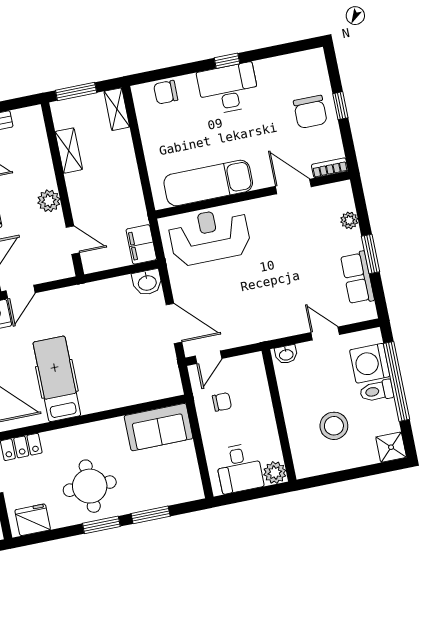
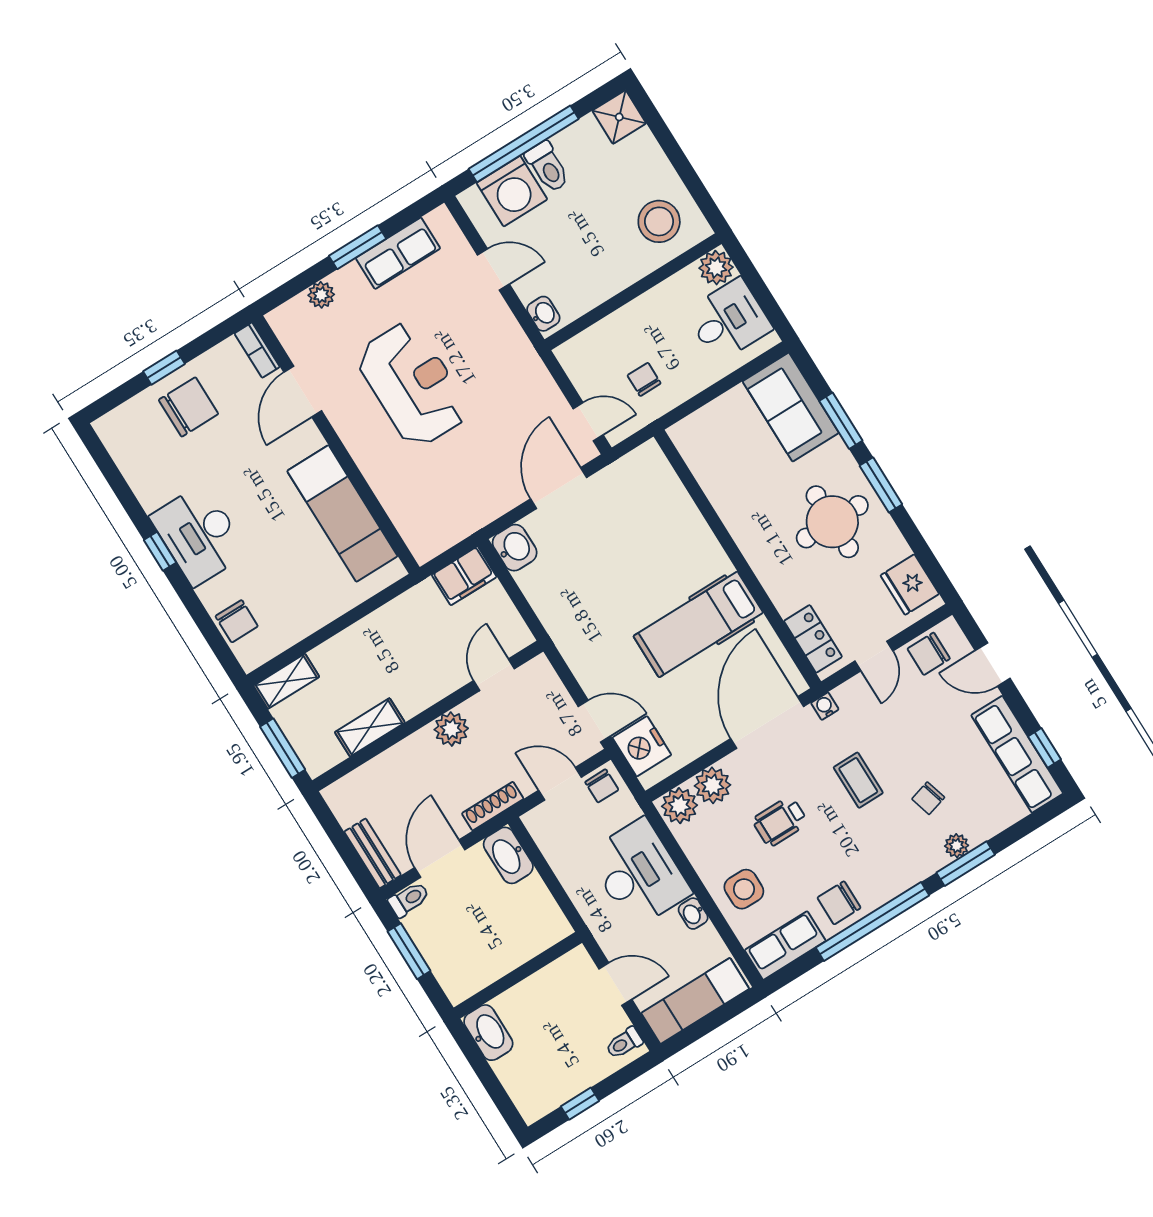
reception desk: (210, 236) -> (413, 384), moved, turned 180
door: (325, 334) -> (493, 270), swing flipped
stool: (334, 426) -> (659, 221), moved
sofa: (159, 427) -> (791, 407), moved, turned 180

